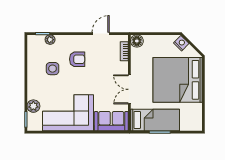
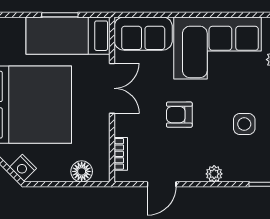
plant: (50, 40) -> (214, 174), moved
floor lamp: (137, 41) -> (82, 171), moved
armchair: (77, 59) -> (179, 115), moved

